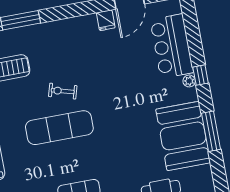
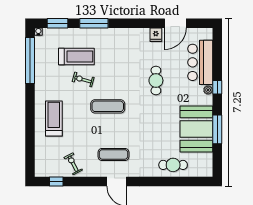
cafe table: (117, 81) -> (156, 80), added
exercise bike: (63, 91) -> (83, 80), moved
exercise mat: (59, 128) -> (108, 106), width x0.73, depth x0.69

